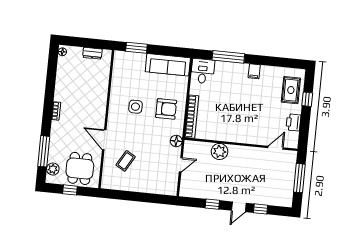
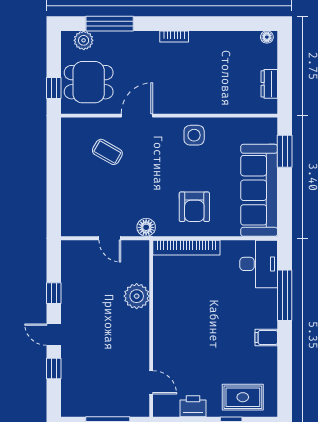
sofa: (168, 65) -> (259, 190), width x1.36, depth x1.27
desk: (203, 71) -> (259, 264), width x1.37
side table: (135, 107) -> (194, 135), moved
window: (70, 190) -> (54, 88), moved

